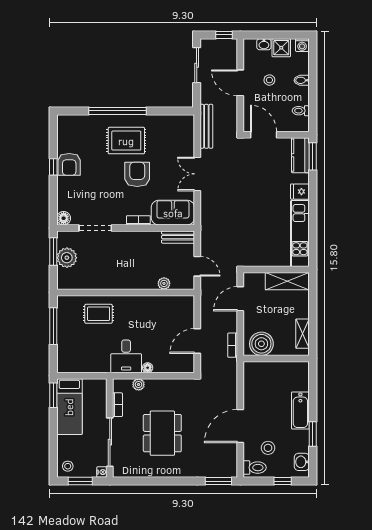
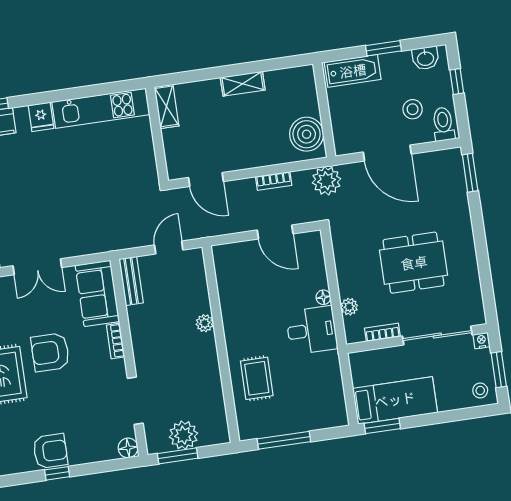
shelving: (287, 281) -> (167, 106), width x0.67, depth x0.75
plant: (164, 283) -> (205, 323), moved
boiler: (261, 344) -> (307, 134), moved
wall: (276, 358) -> (324, 110), moved
plant: (227, 381) -> (326, 181), added

